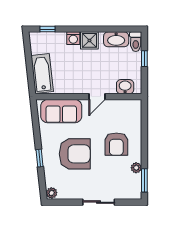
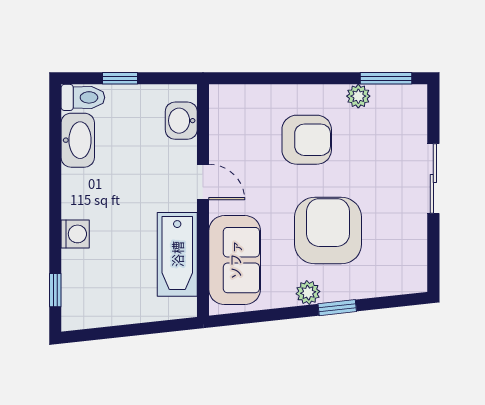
shower: (89, 40) -> (80, 198), removed
bathtub: (42, 74) -> (177, 254), moved, turned -84
plant: (52, 193) -> (308, 293), moved

